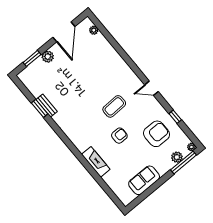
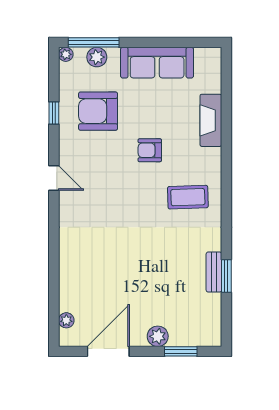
coffee table: (114, 106) -> (188, 197), moved
fireplace: (96, 162) -> (211, 120), moved
sofa: (144, 180) -> (157, 63), width x1.36

